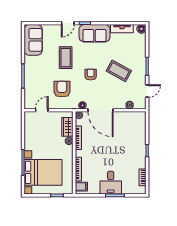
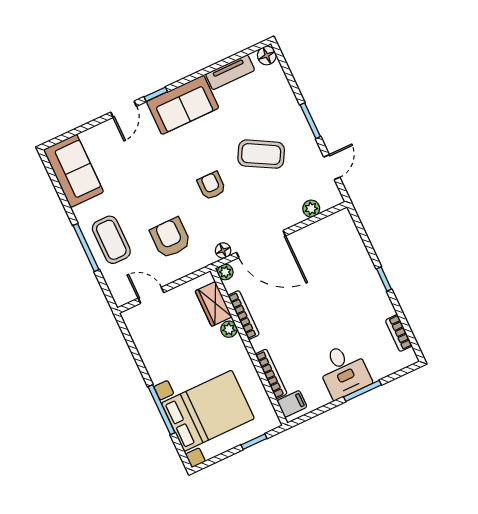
coffee table: (66, 58) -> (111, 240), moved
door: (42, 110) -> (151, 295), hinge flipped

